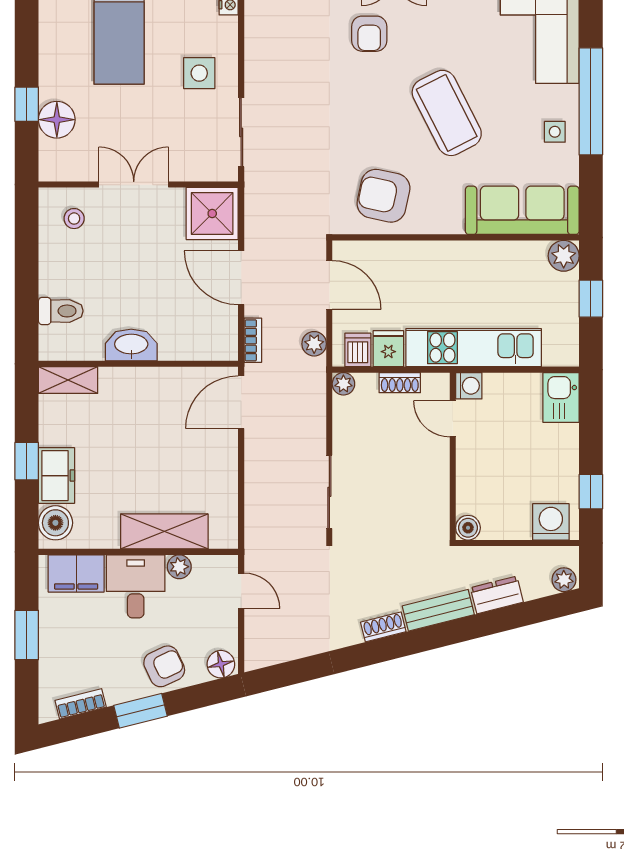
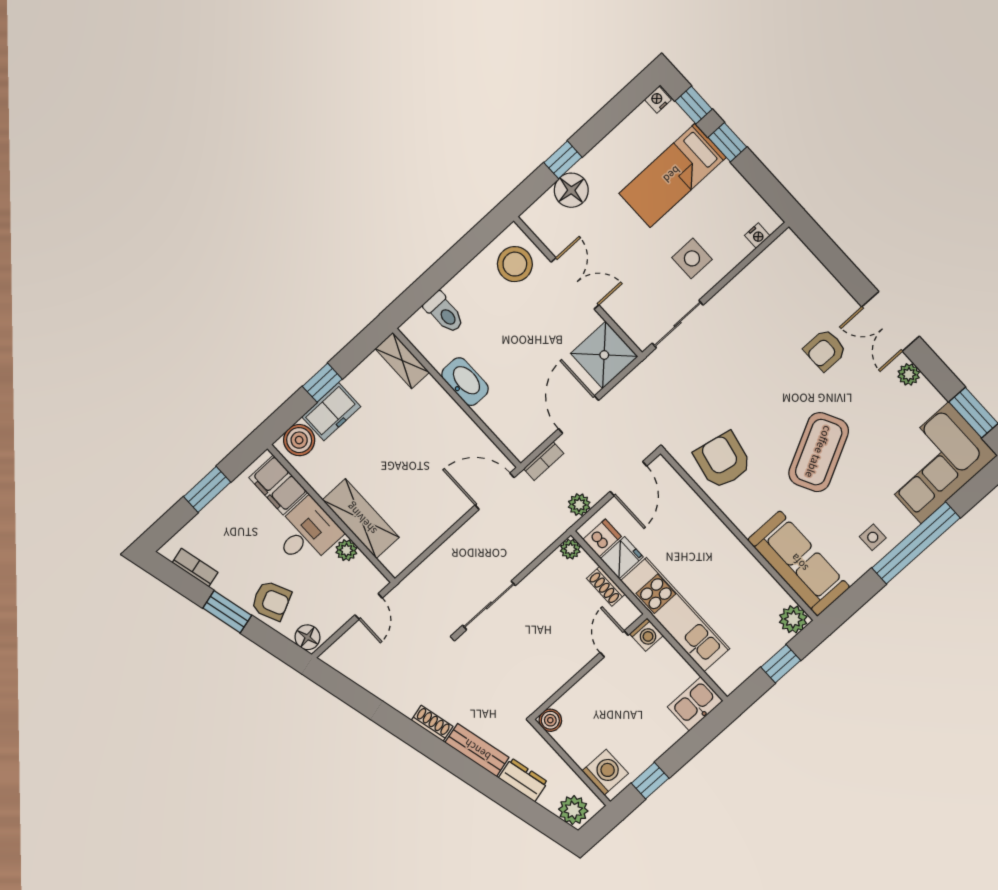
stool: (74, 219) -> (515, 264), width x1.89, depth x1.89
plant: (564, 580) -> (573, 810), width x1.38, depth x1.38

